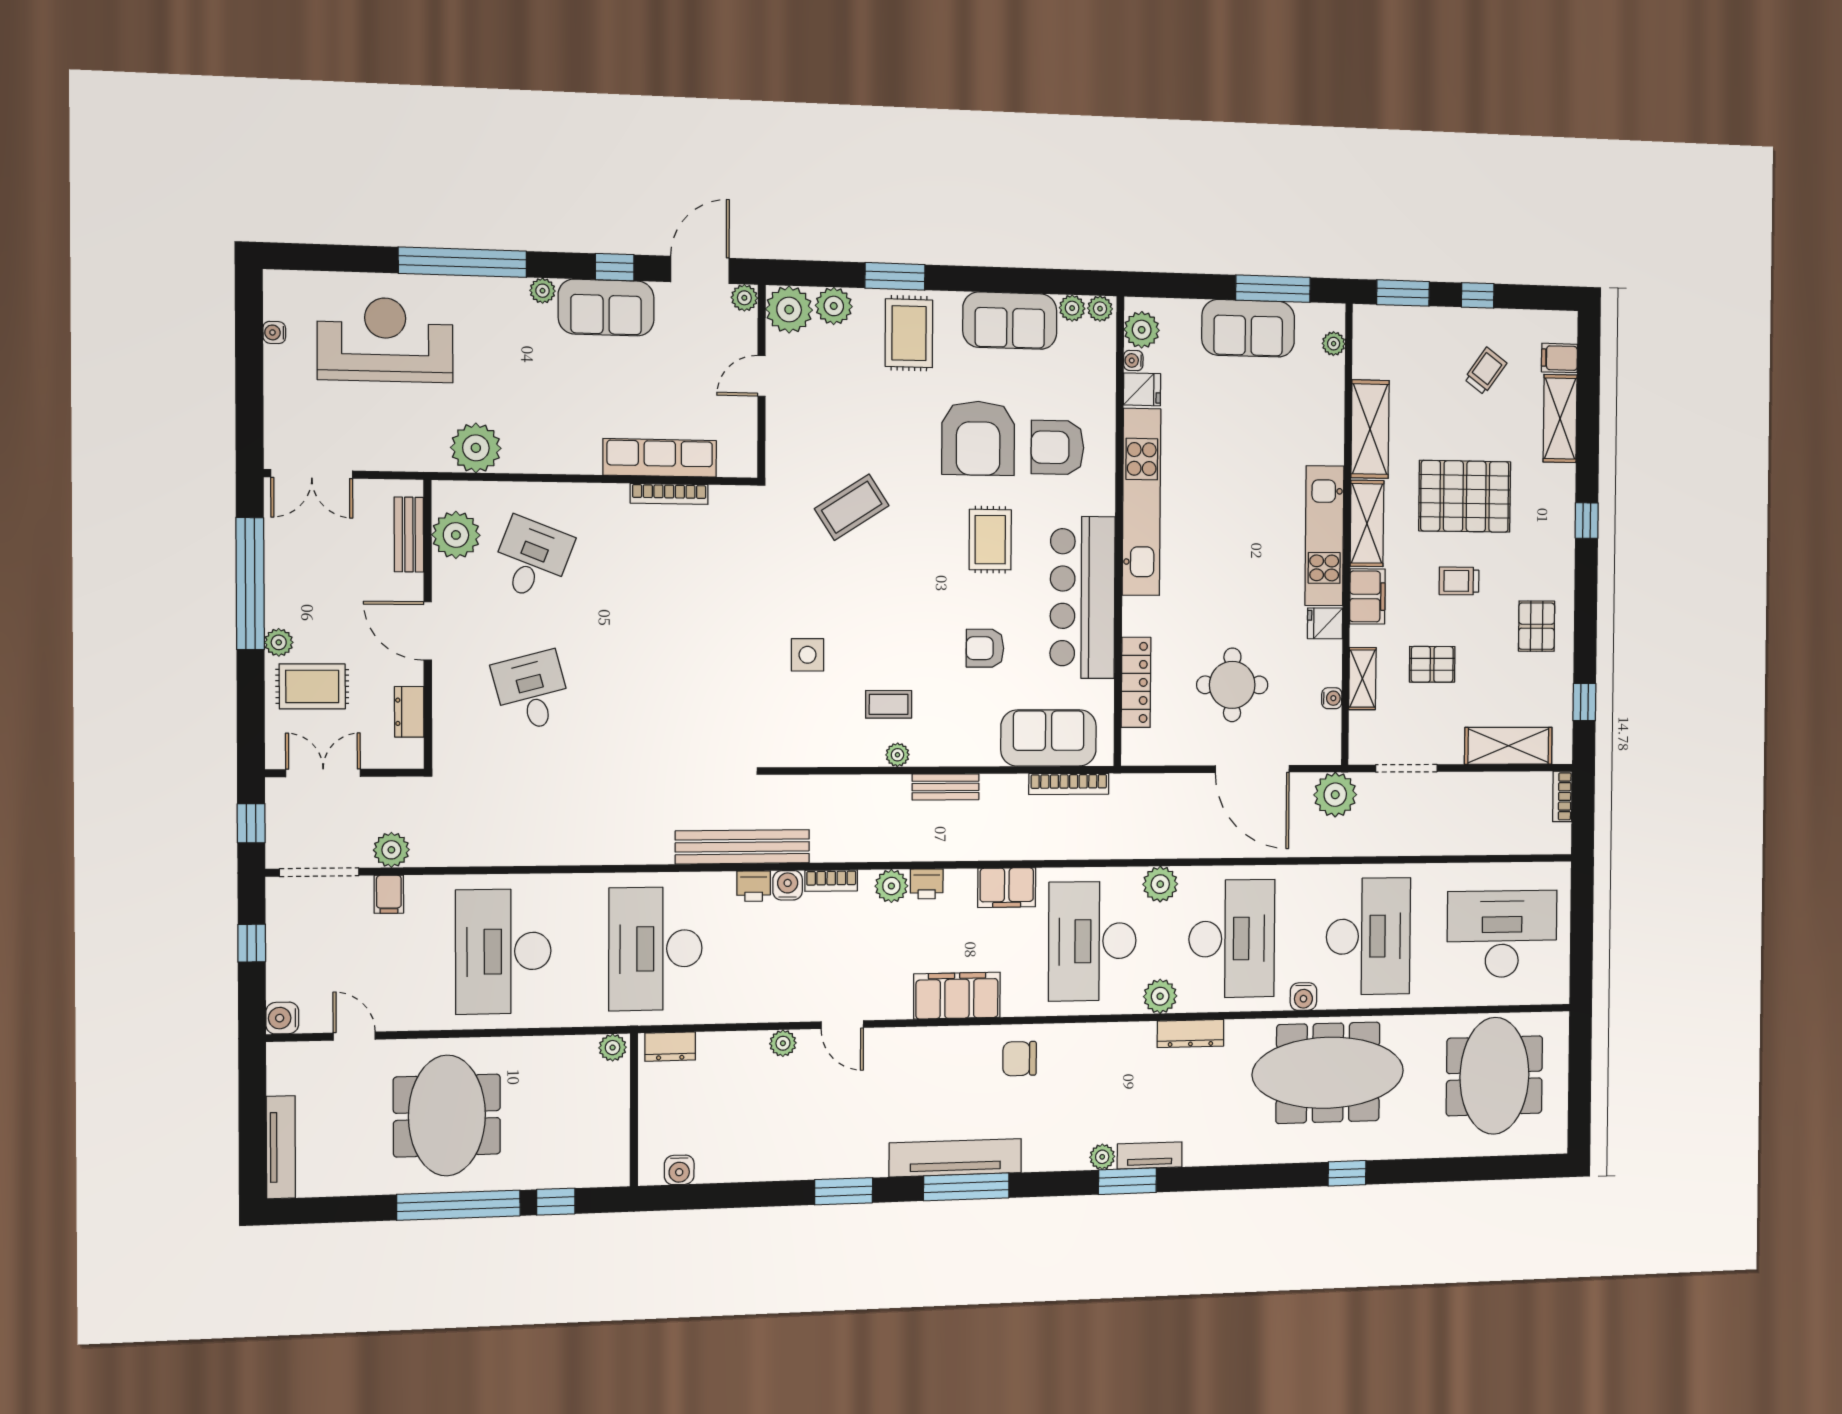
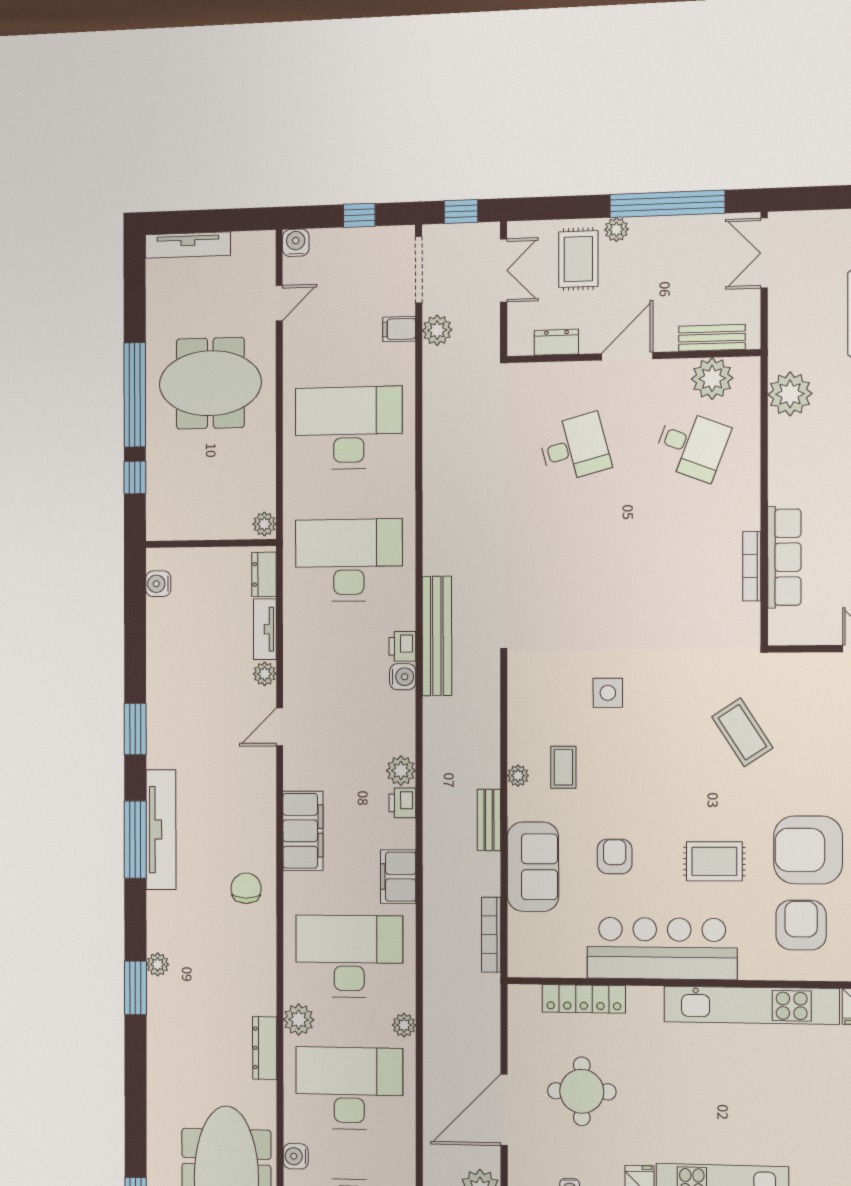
sofa: (1049, 738) -> (533, 867), moved
bookcase: (831, 881) -> (406, 716), removed
plant: (1160, 884) -> (404, 1025), width x0.73, depth x0.73
desk: (1232, 939) -> (349, 1088), turned 180
tv unit: (1150, 1155) -> (265, 629), moved, turned 180

